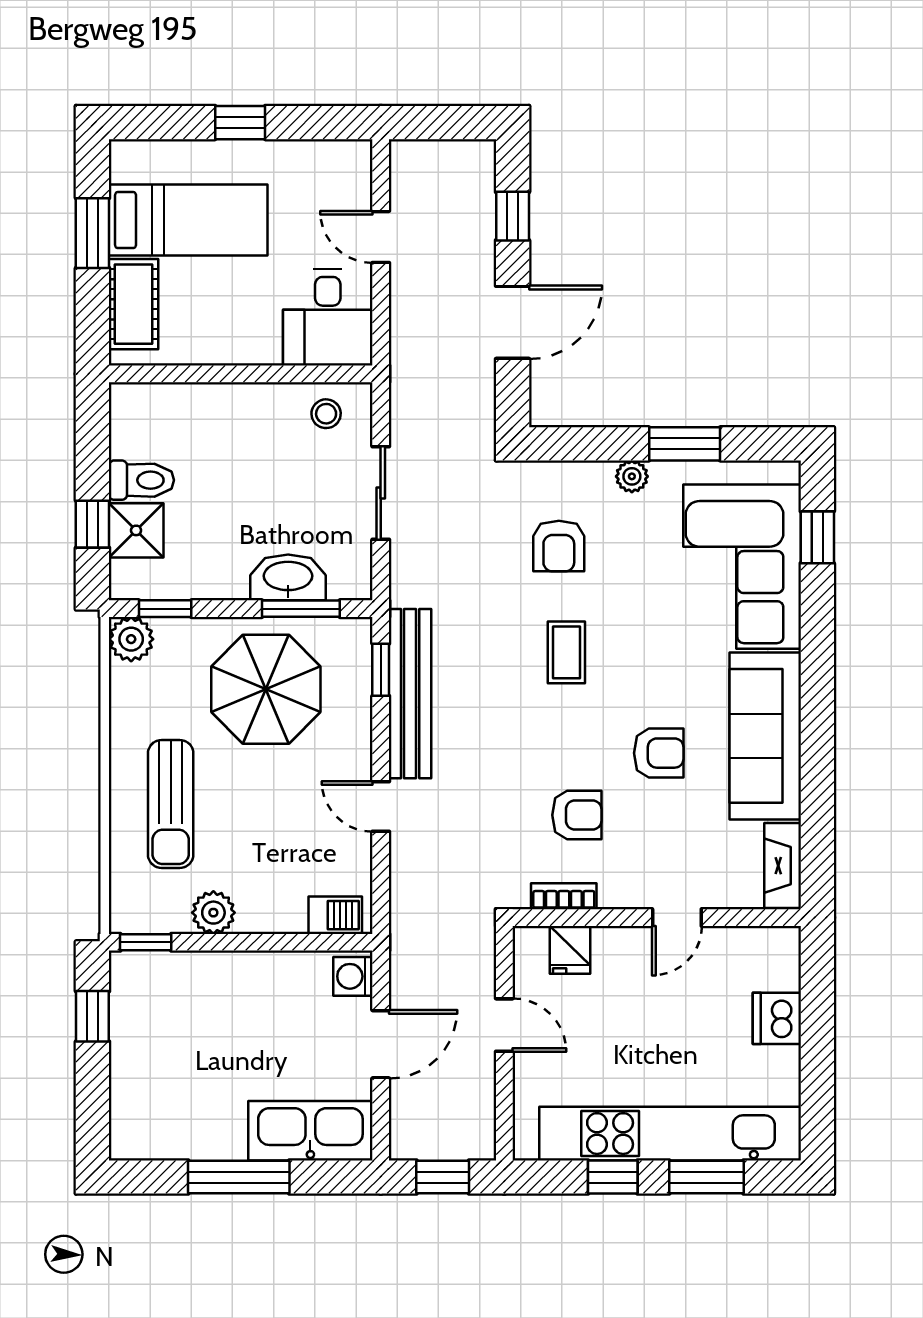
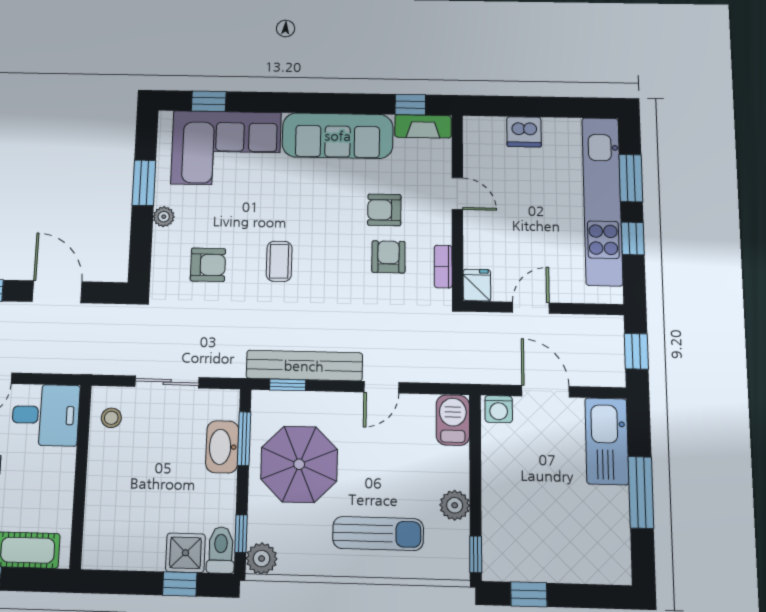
toilet: (141, 480) -> (221, 550), moved
coffee table: (566, 652) -> (279, 261), turned 90
armchair: (659, 753) -> (384, 210), moved, turned -90
window: (817, 846) -> (410, 105), added
barbecue: (335, 915) -> (453, 420), width x1.38, depth x1.27
fridge: (570, 950) -> (477, 285), moved, turned -90

